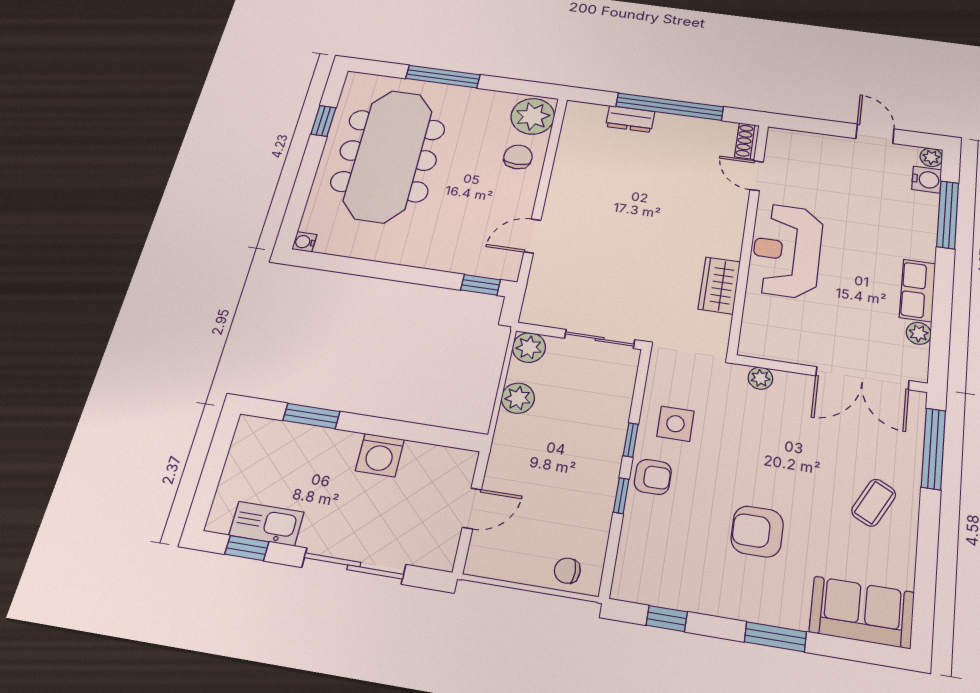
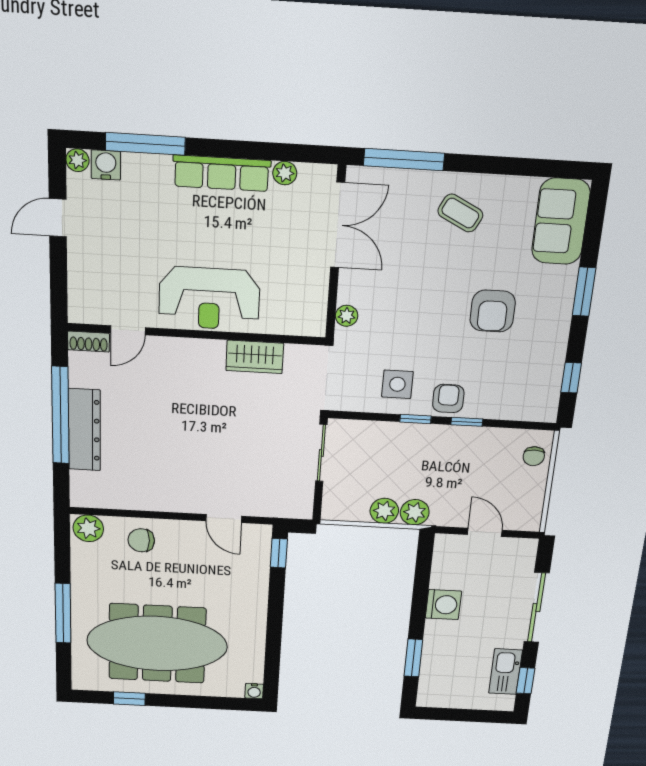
plant: (533, 116) -> (88, 528), width x0.73, depth x0.73
dresser: (630, 119) -> (84, 430), width x1.96, depth x1.24
row of seats: (918, 290) -> (222, 173), width x1.48
plant: (529, 348) -> (415, 512), moved

